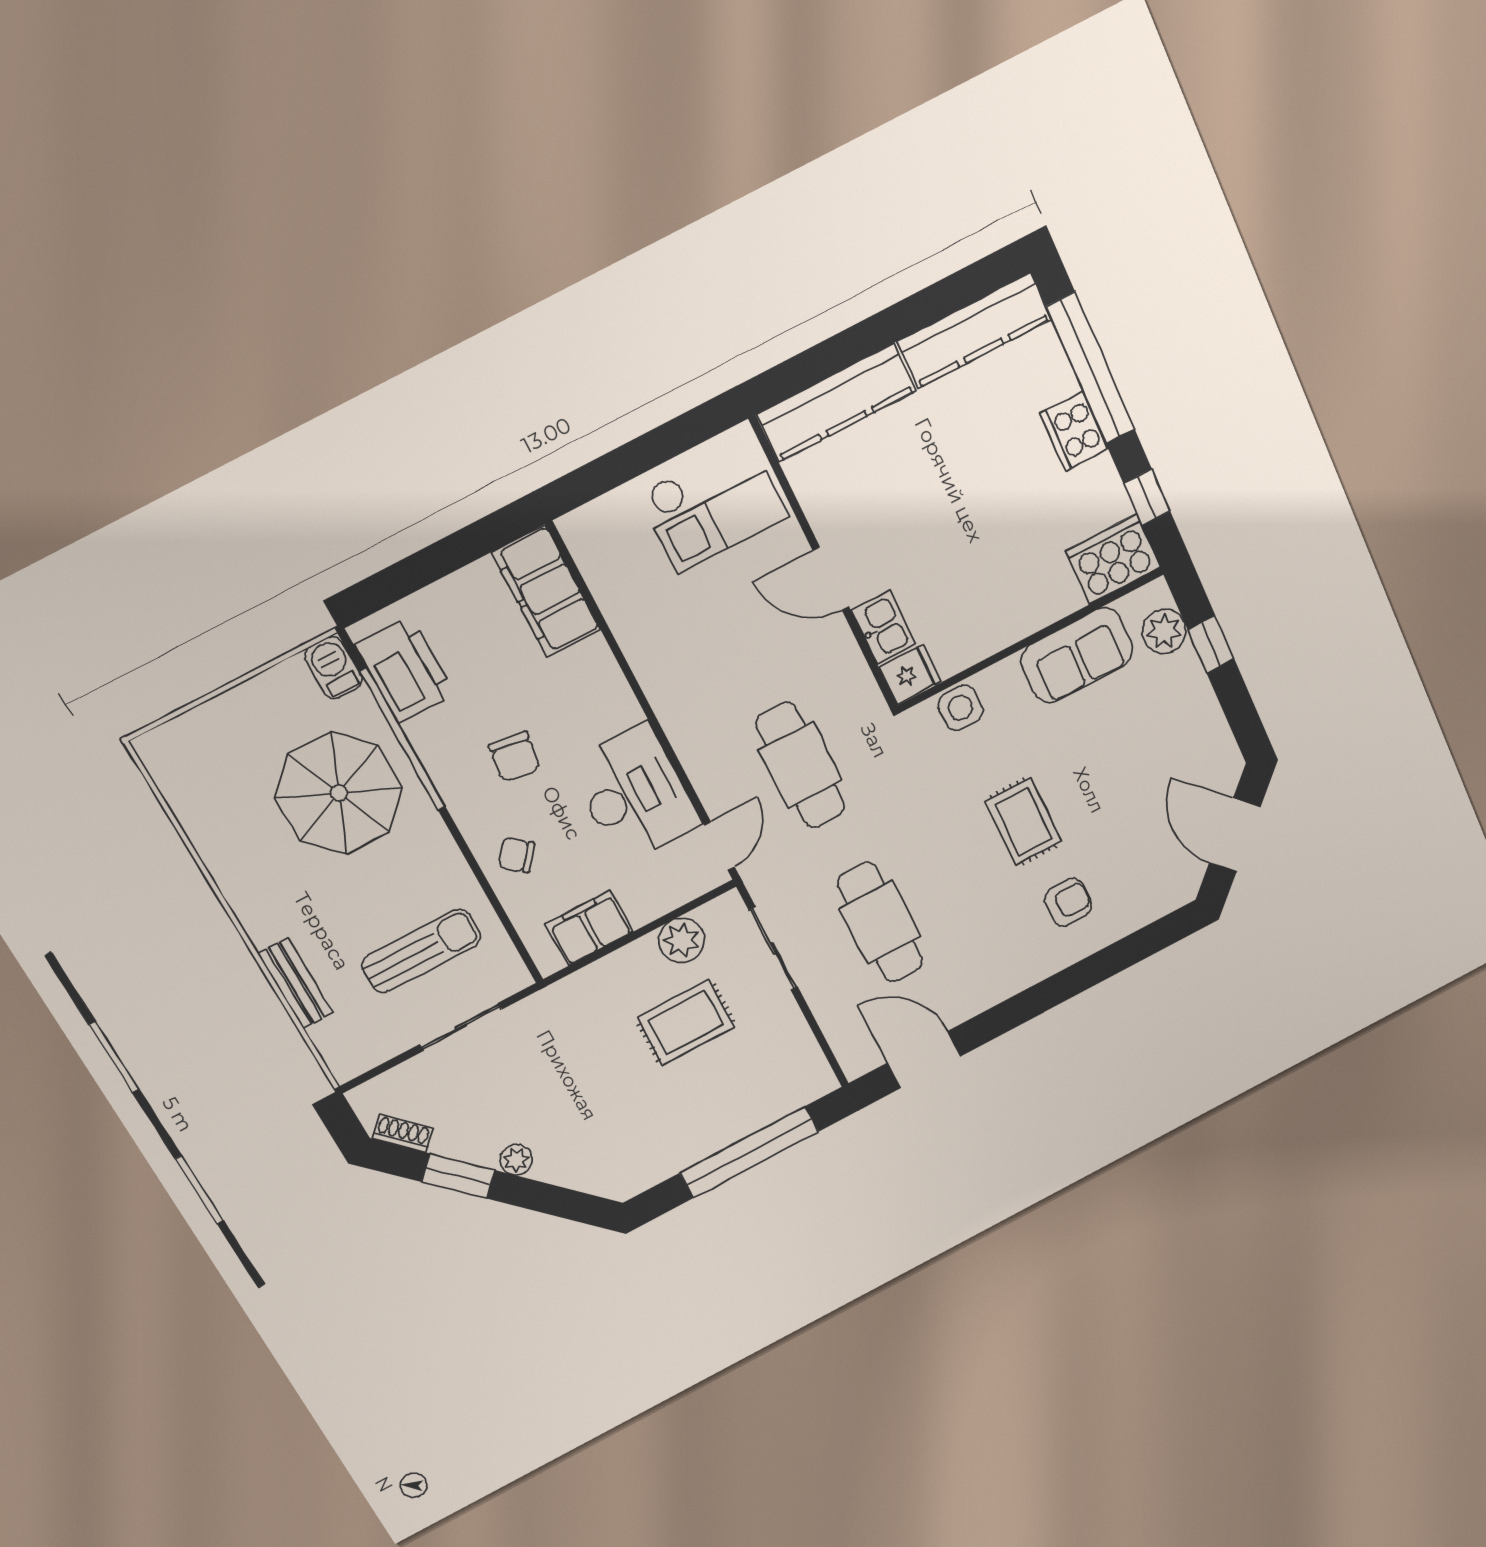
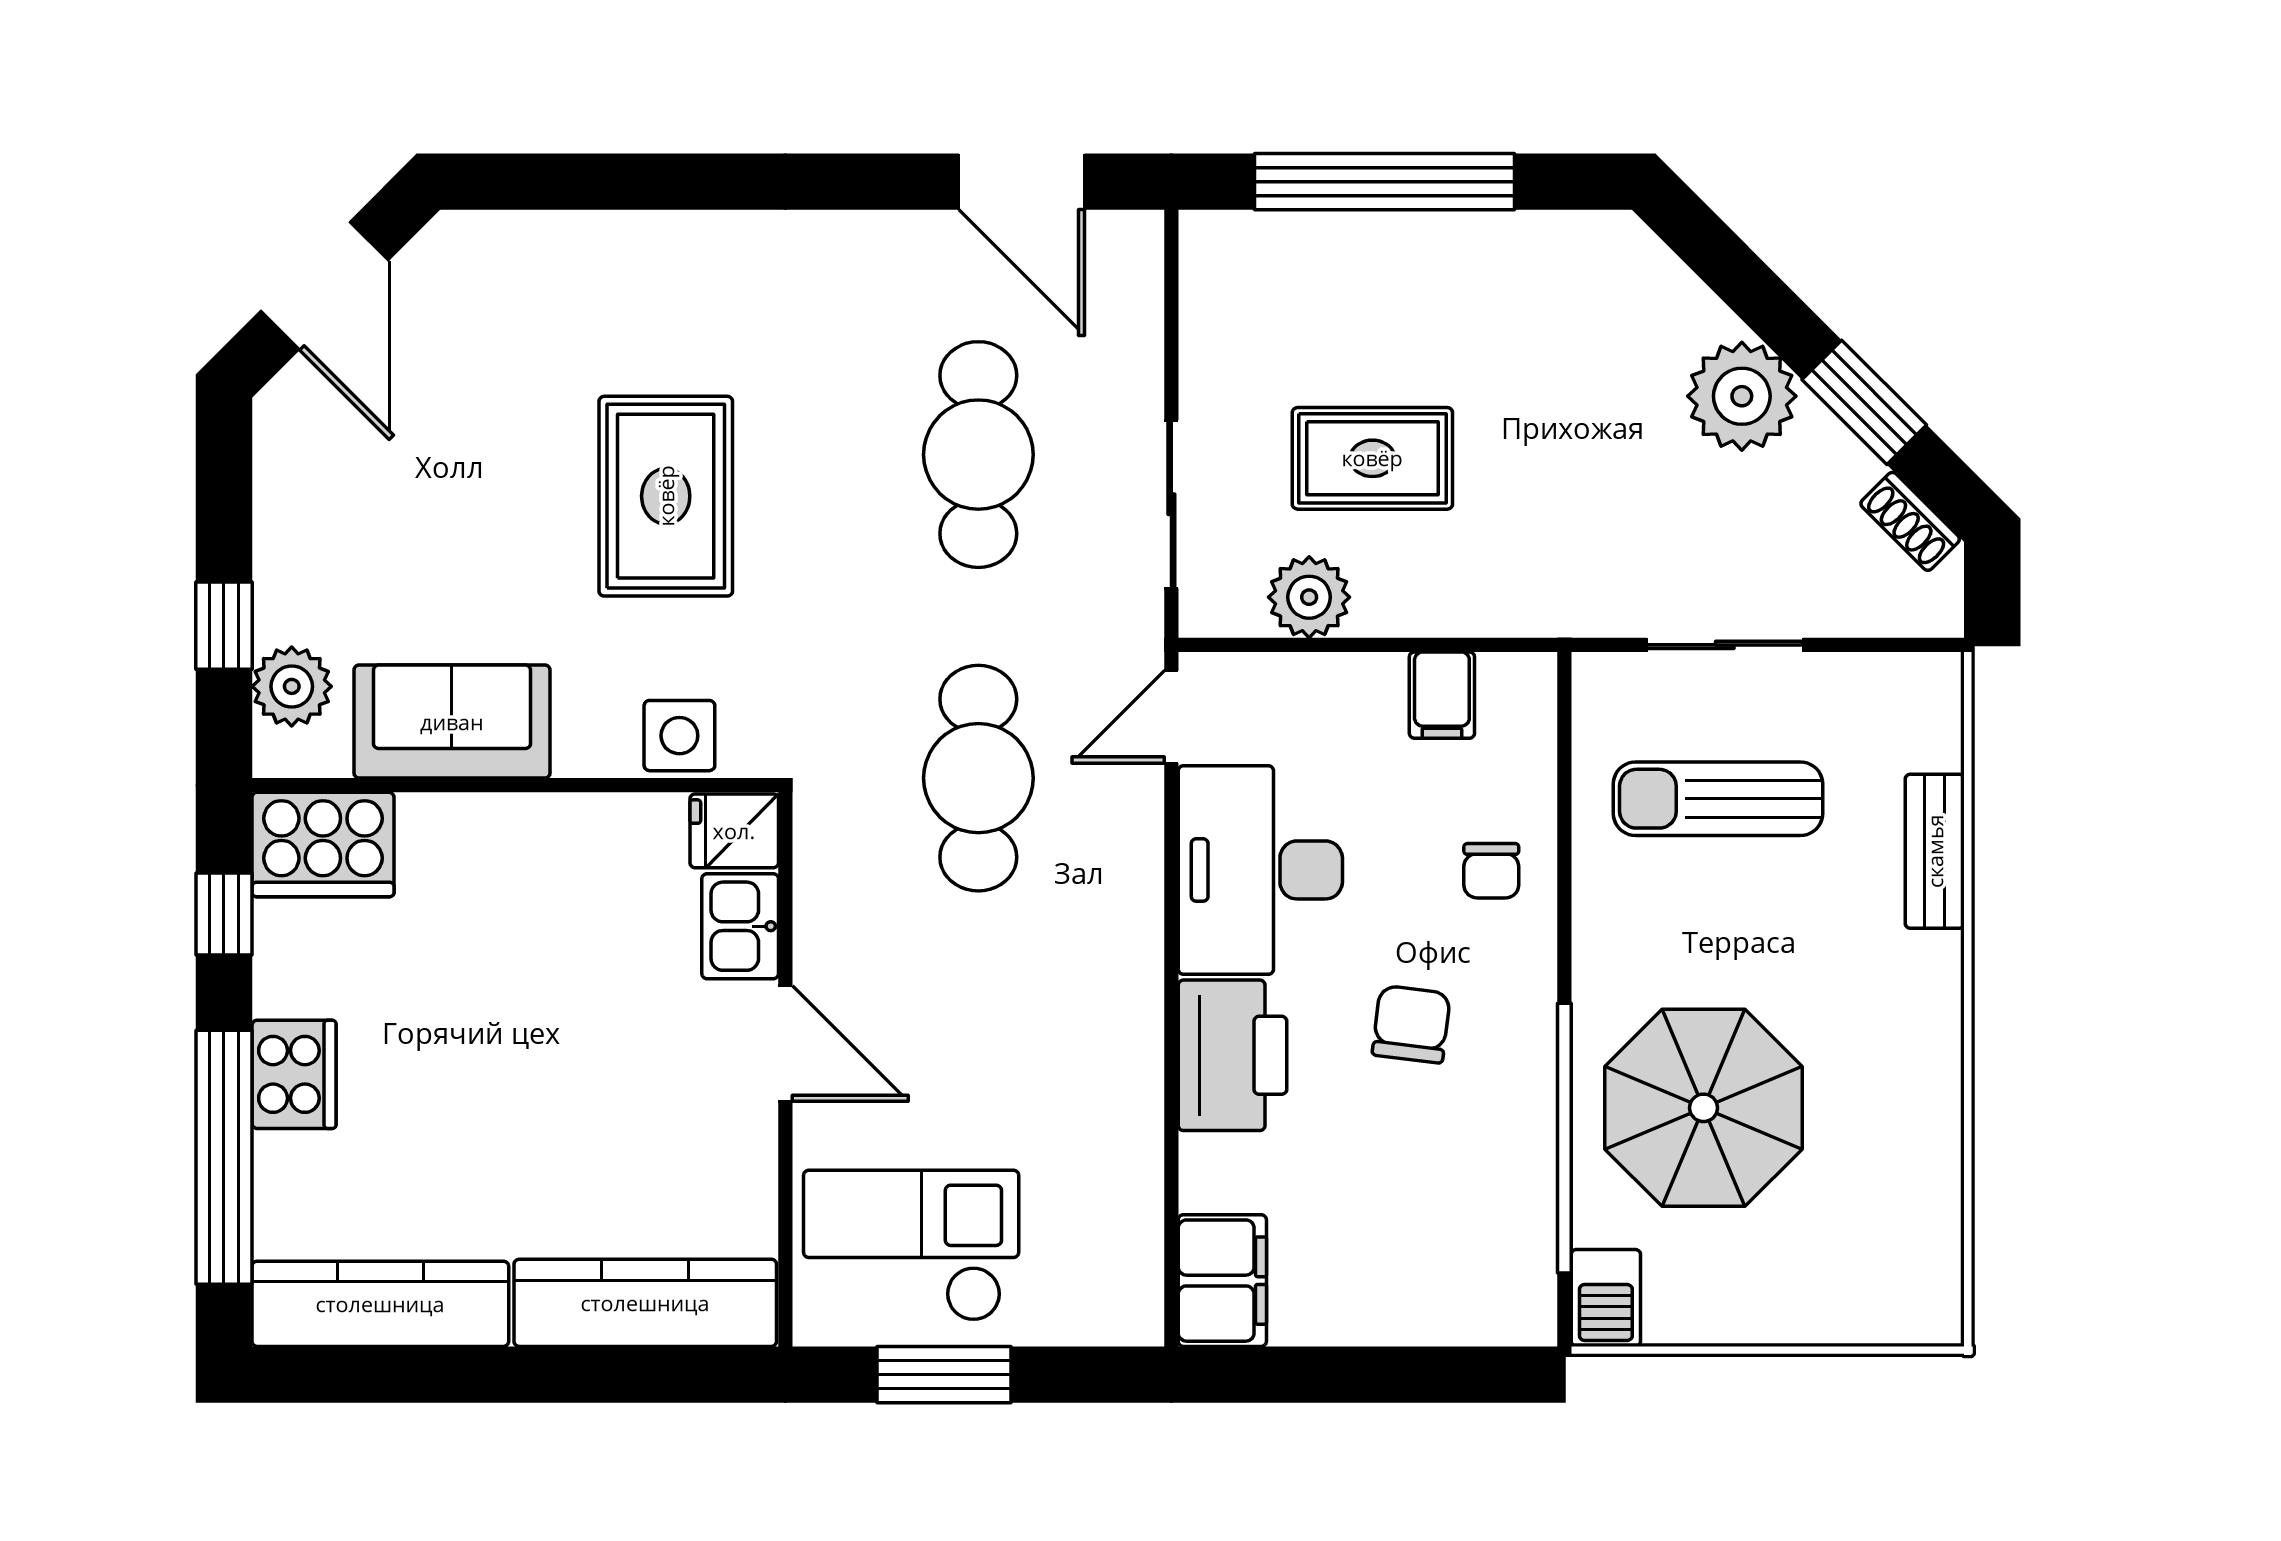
window: (661, 445) -> (944, 1375), added
filing cabinet: (546, 591) -> (1222, 1281), width x0.67, depth x0.86
printer: (405, 670) -> (1232, 1055), moved, turned 180
rug: (1023, 822) -> (666, 496), width x1.36, depth x1.43
chair: (516, 855) -> (1491, 871), turned 51
armchair: (1068, 902) -> (656, 321), removed
filing cabinet: (589, 928) -> (1442, 695), width x0.50
plant: (516, 1160) -> (1742, 396), width x1.88, depth x1.88

